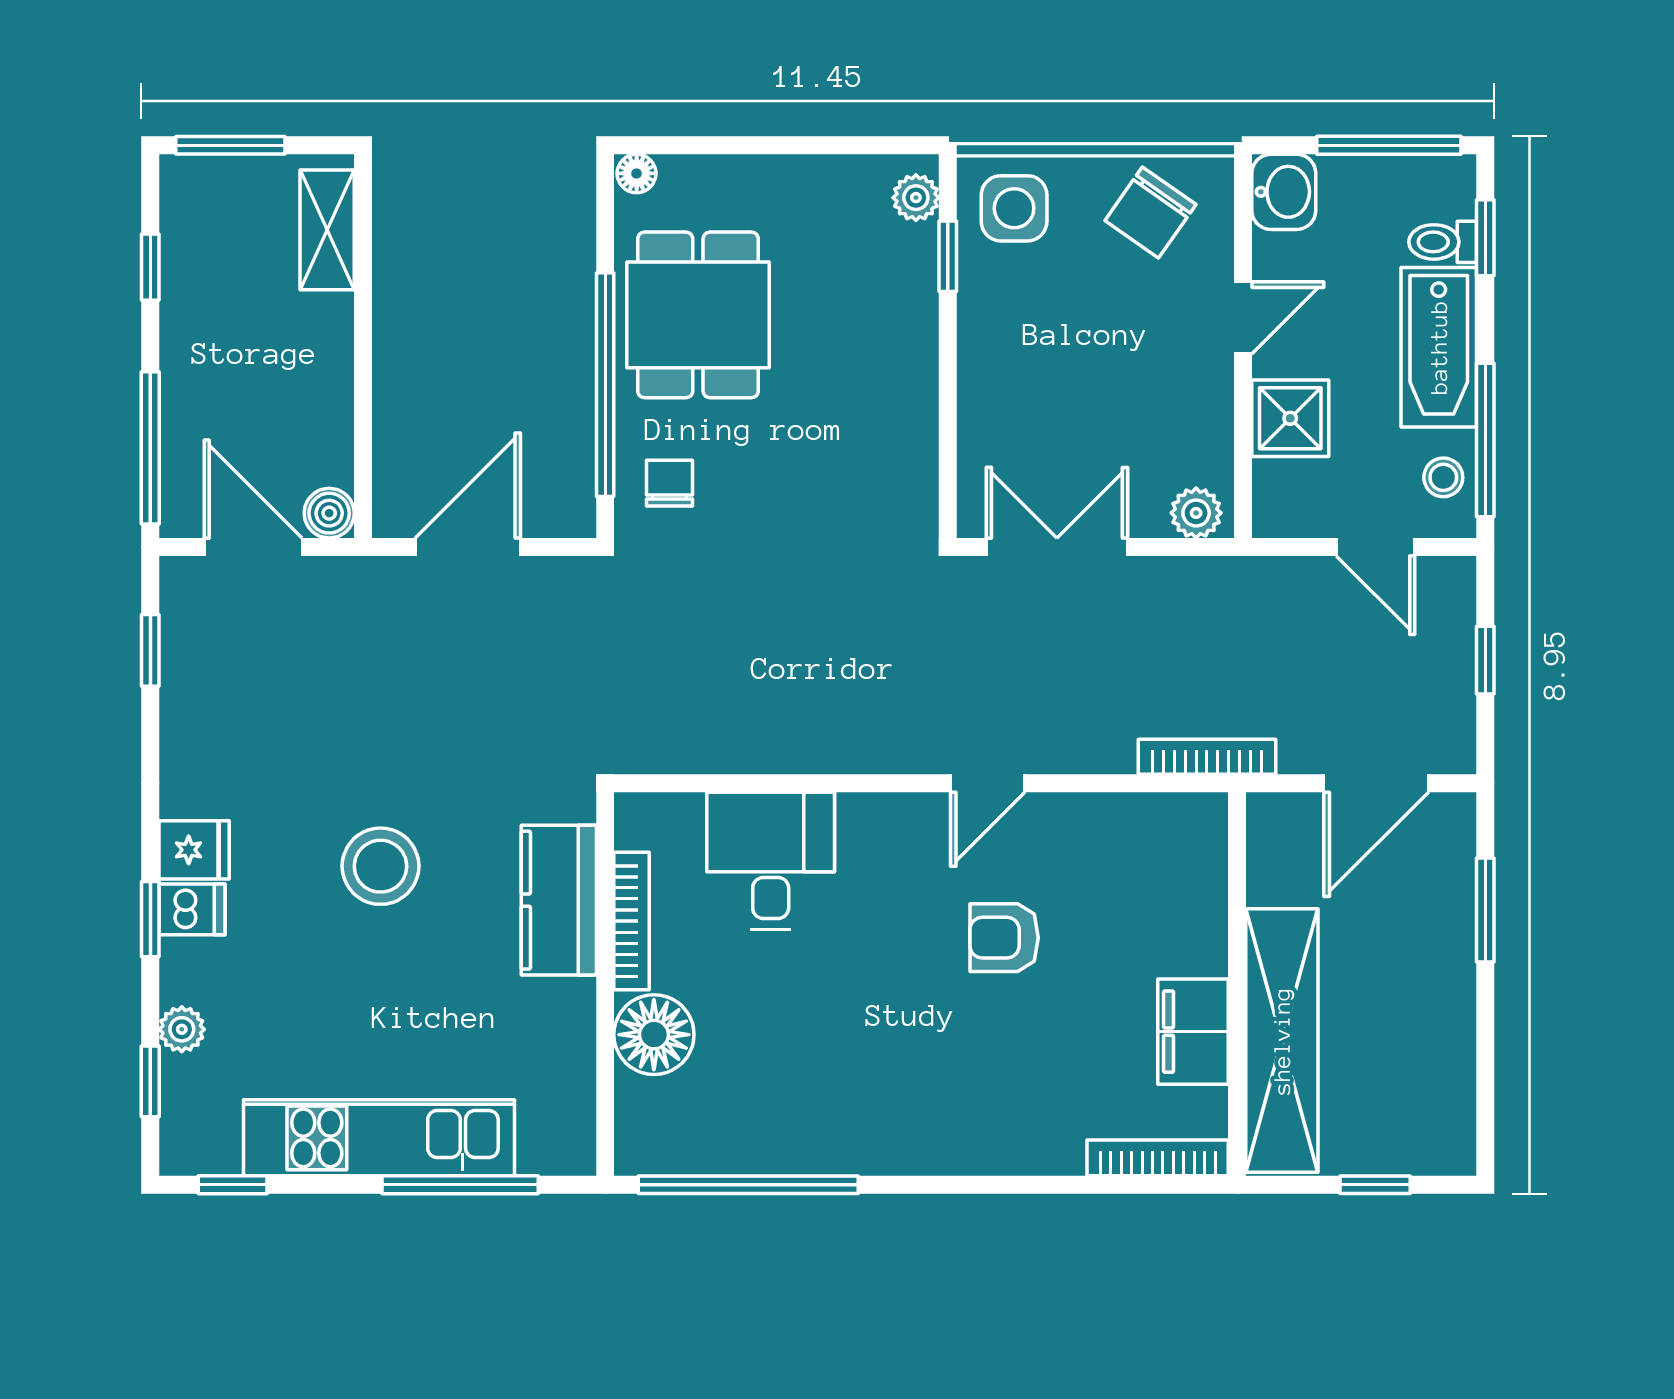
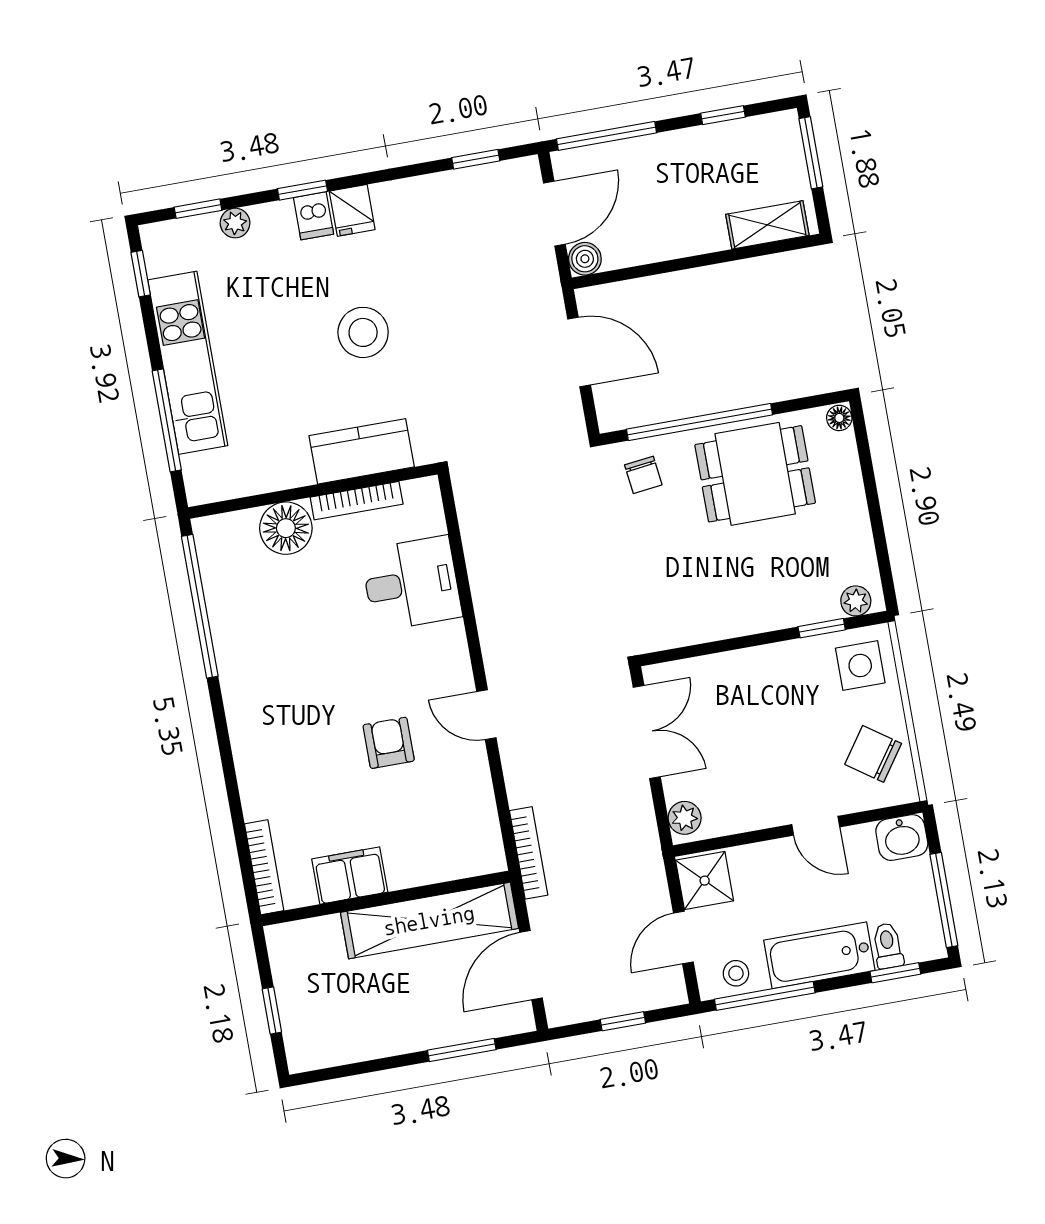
shower: (1290, 418) -> (705, 881), moved
chair: (670, 483) -> (643, 475), turned 83
door: (1376, 783) -> (531, 965), hinge flipped
shelving: (1282, 1041) -> (429, 920), moved

